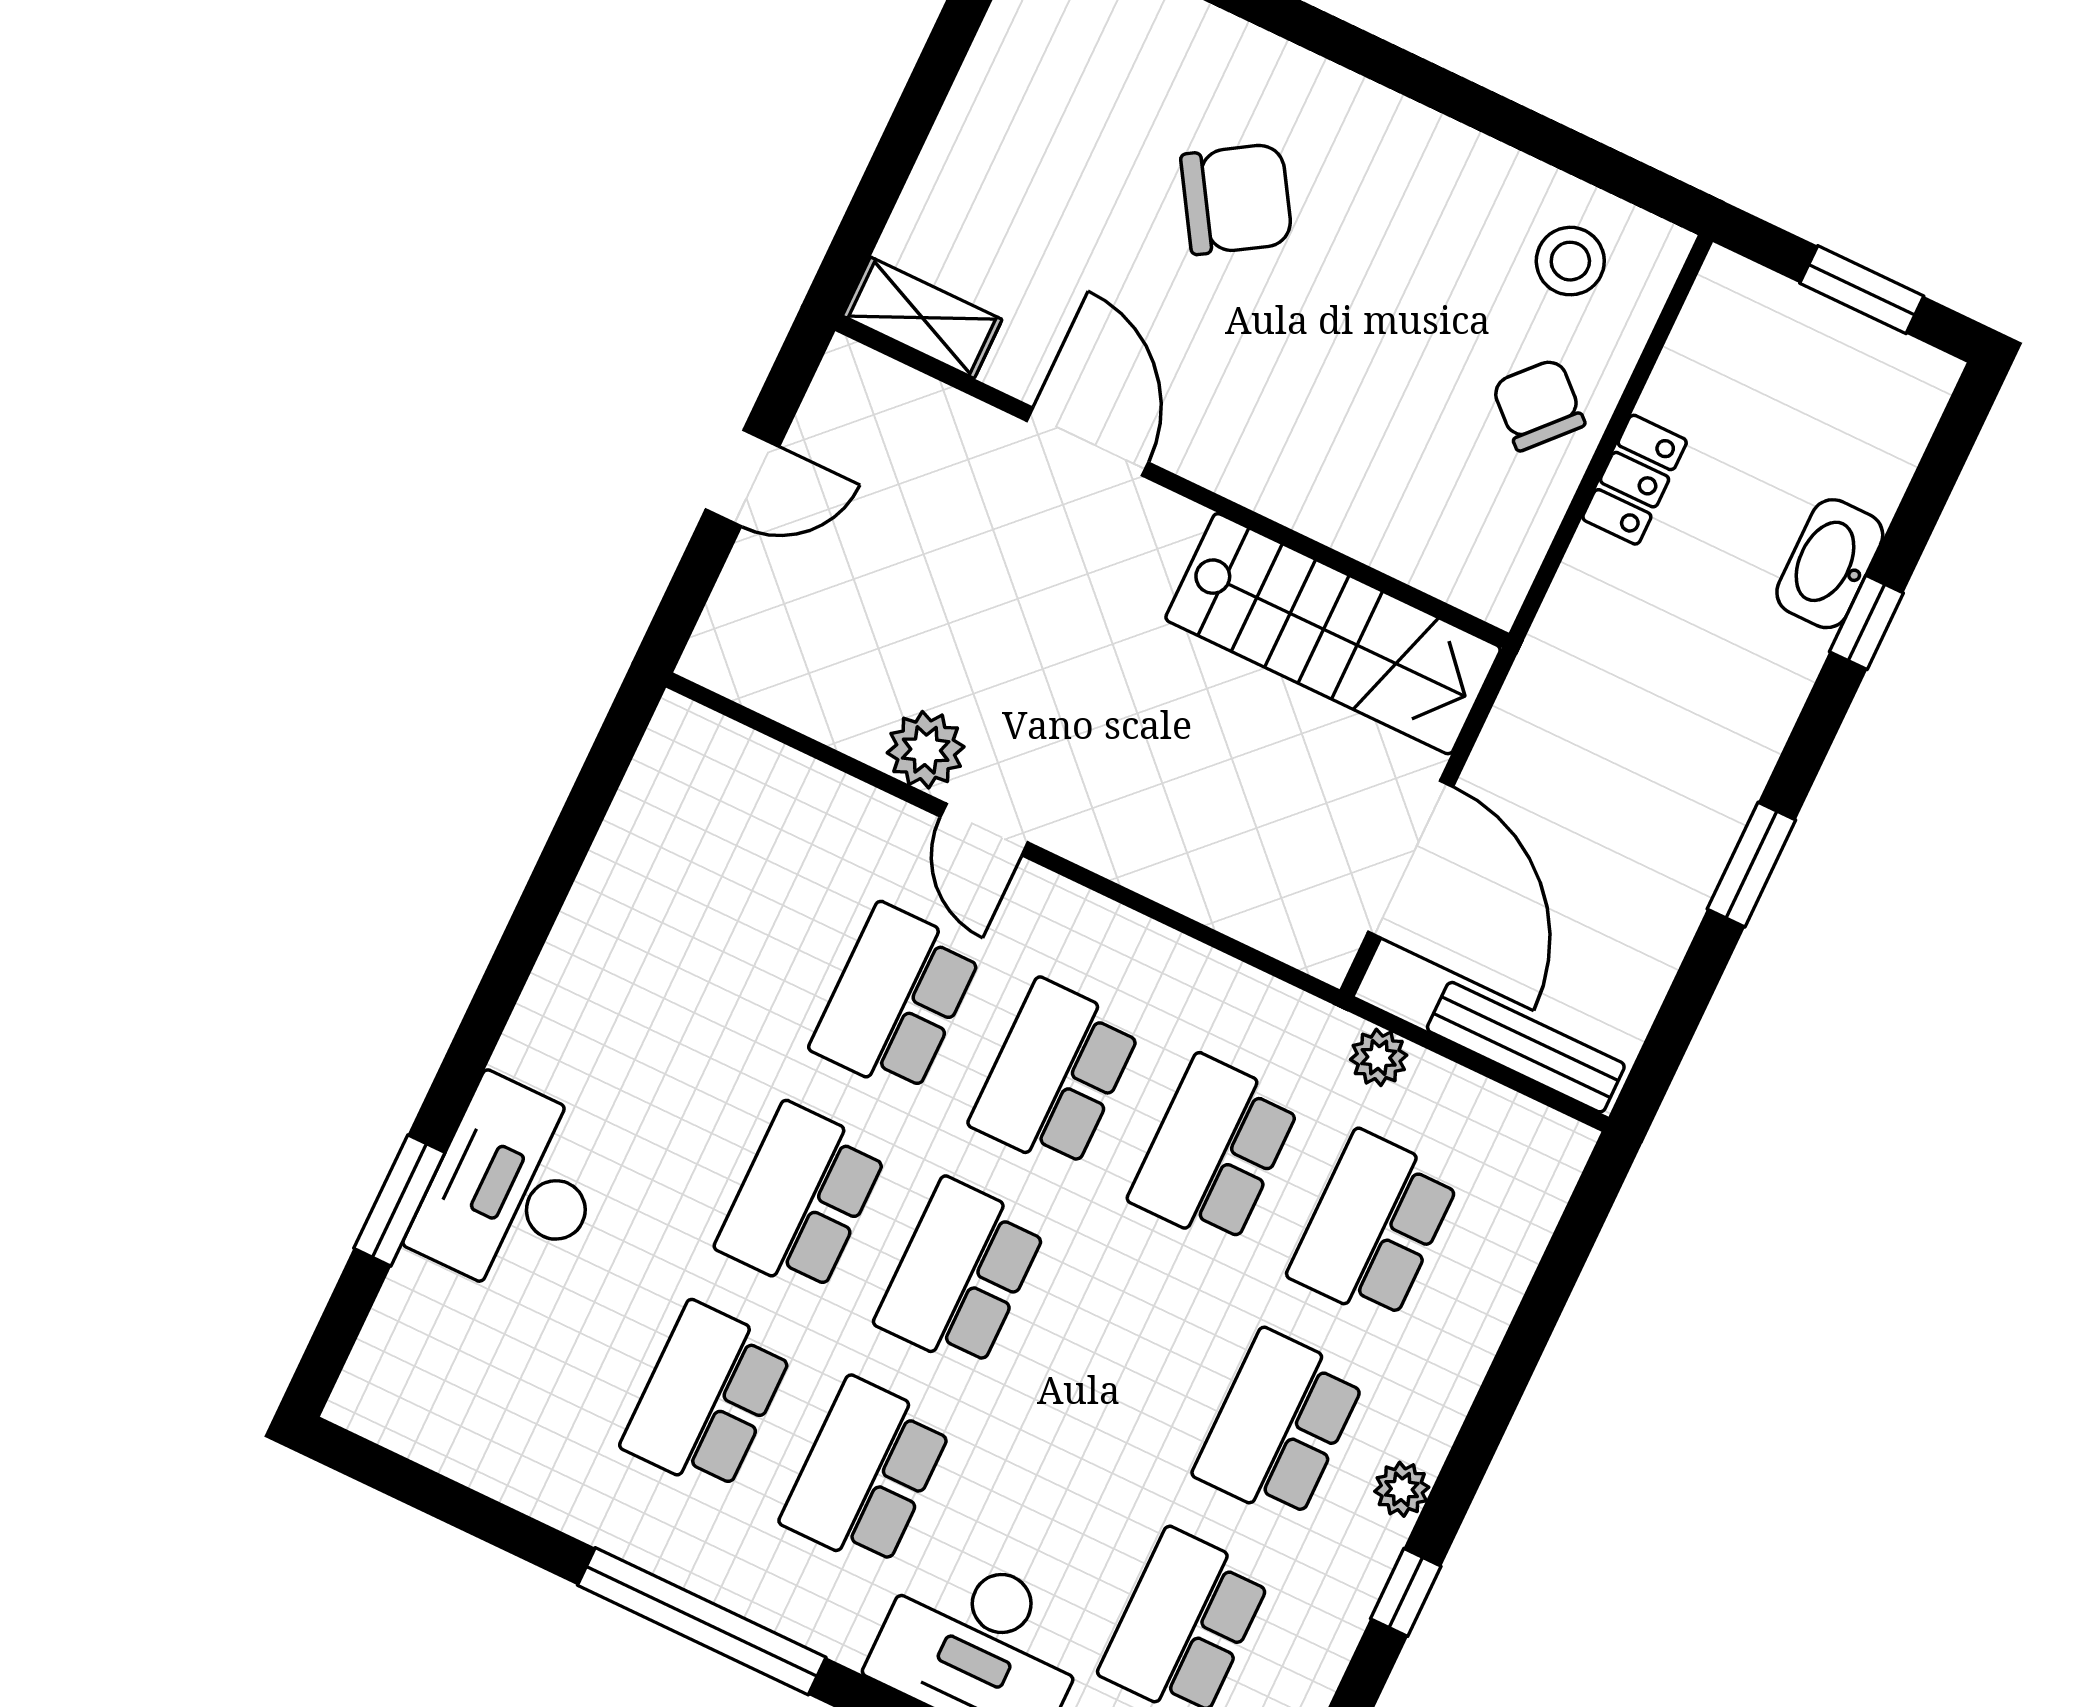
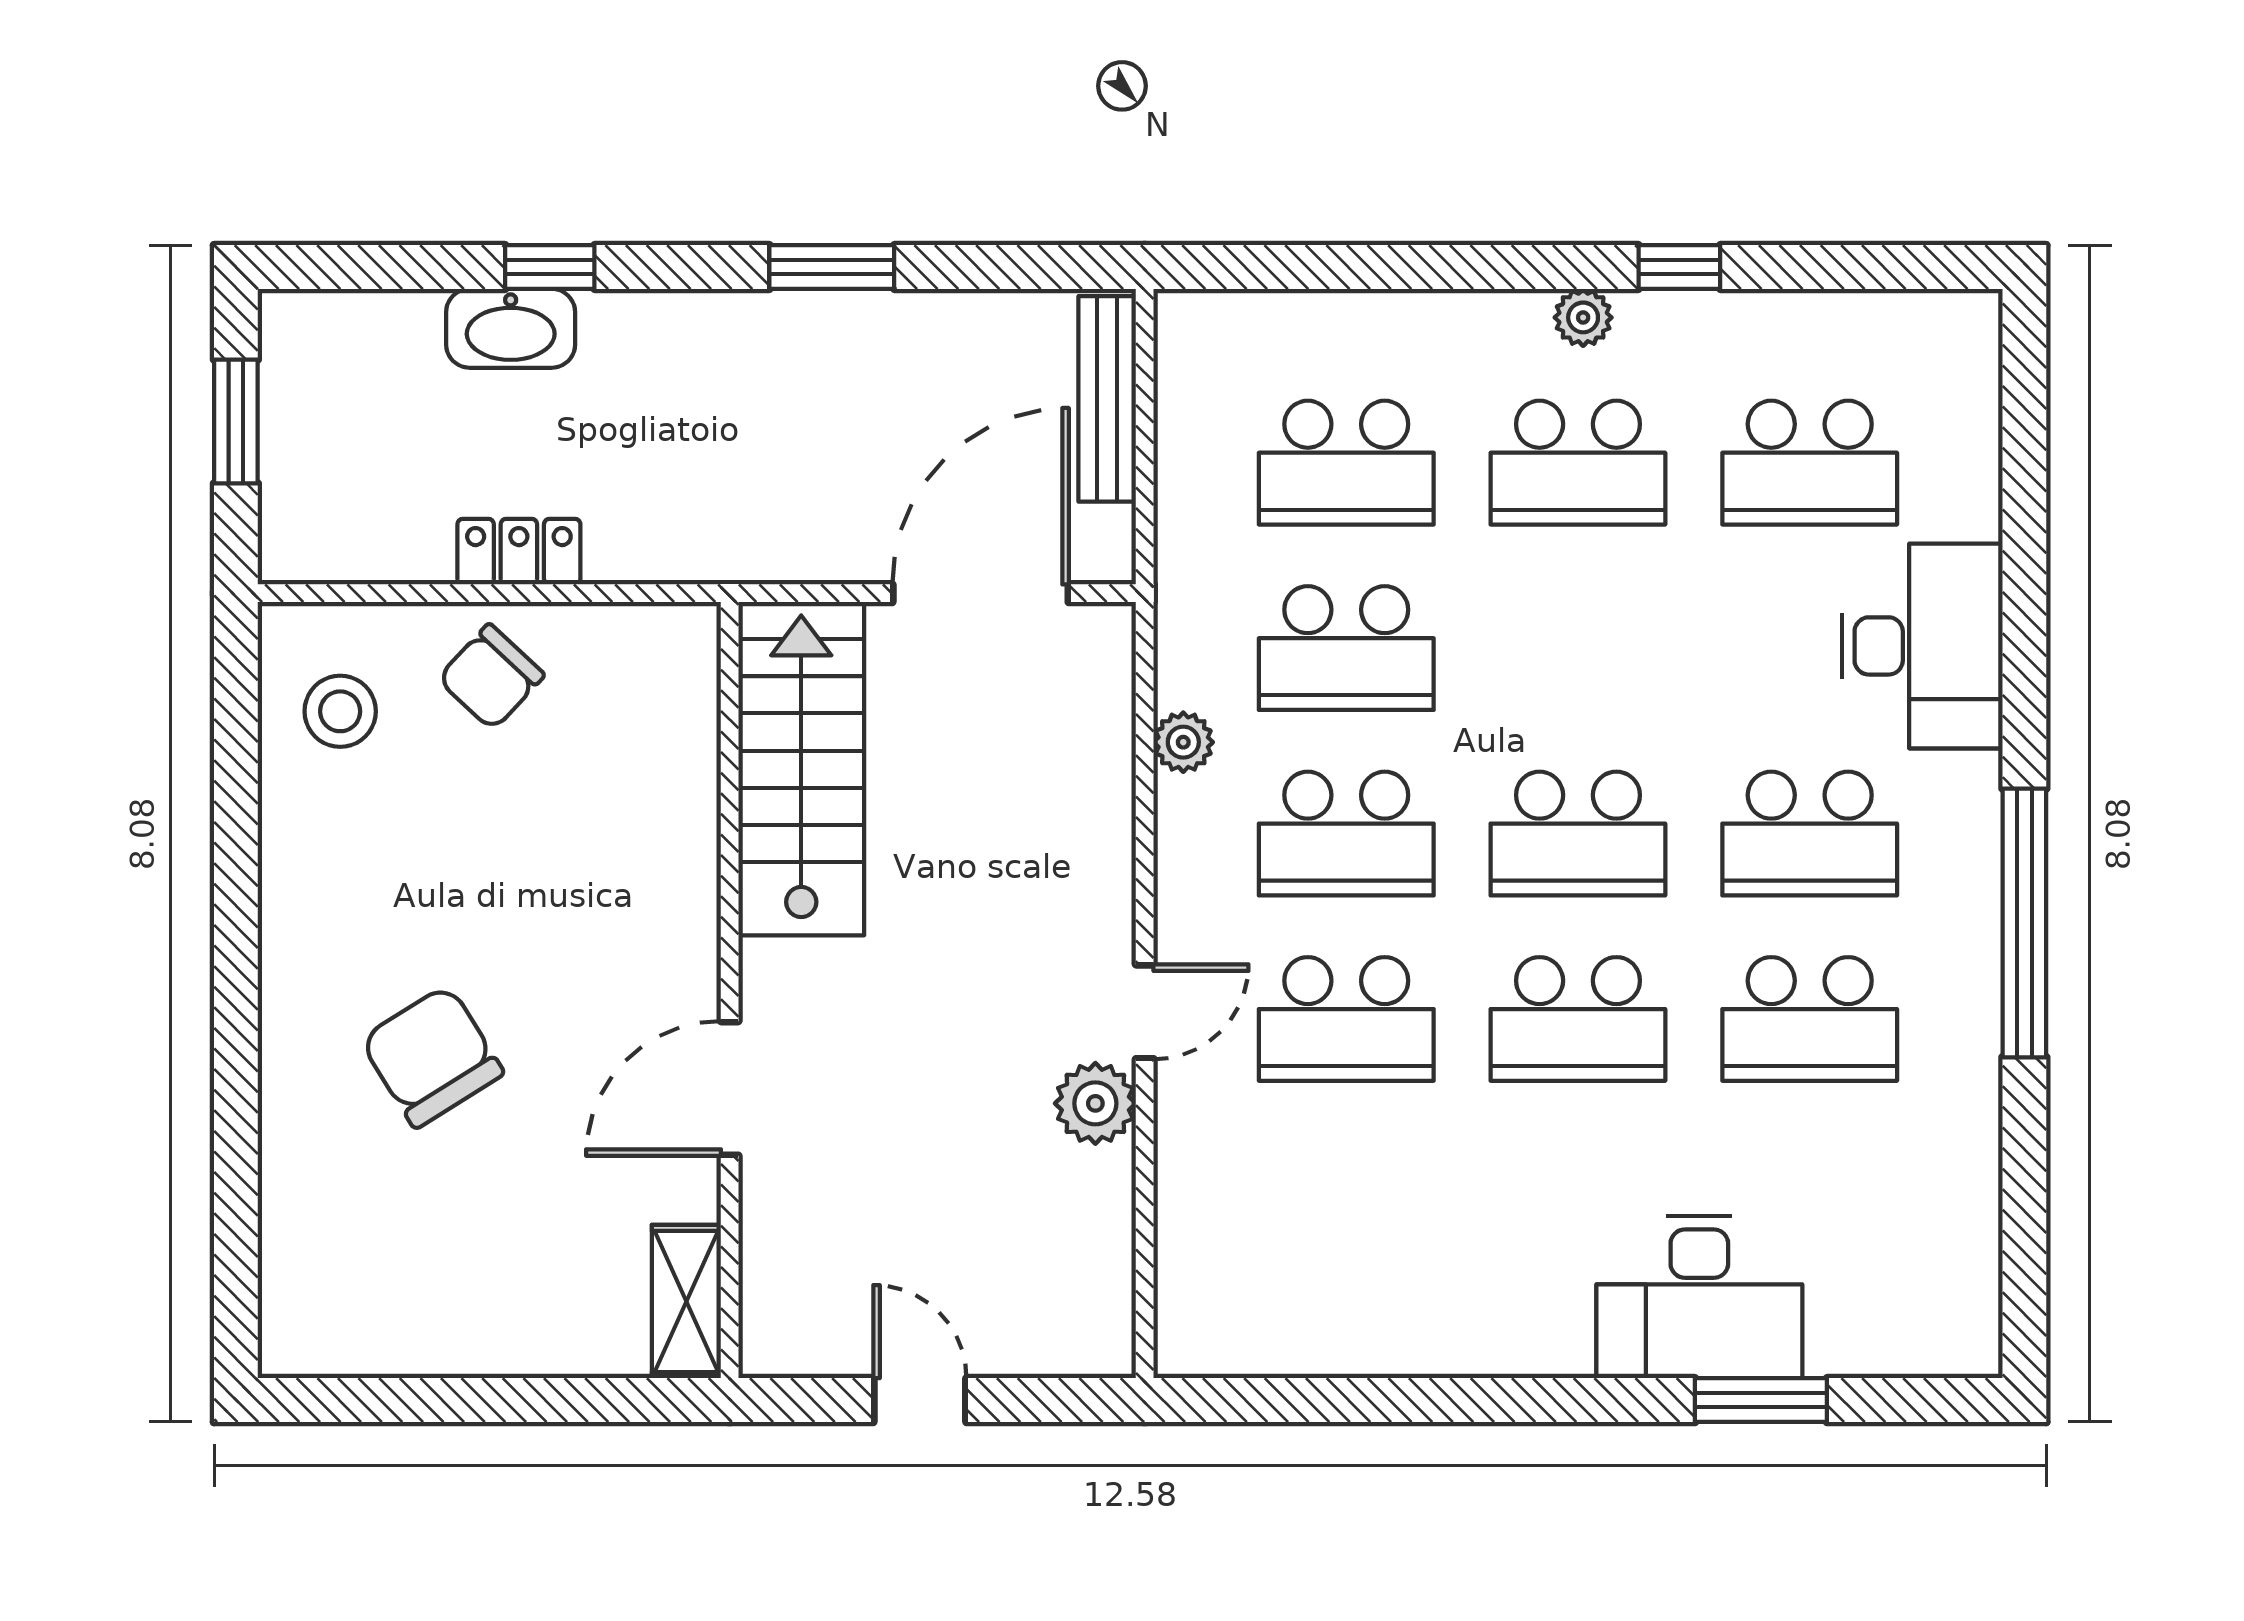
plant: (1379, 1057) -> (1183, 742), moved

